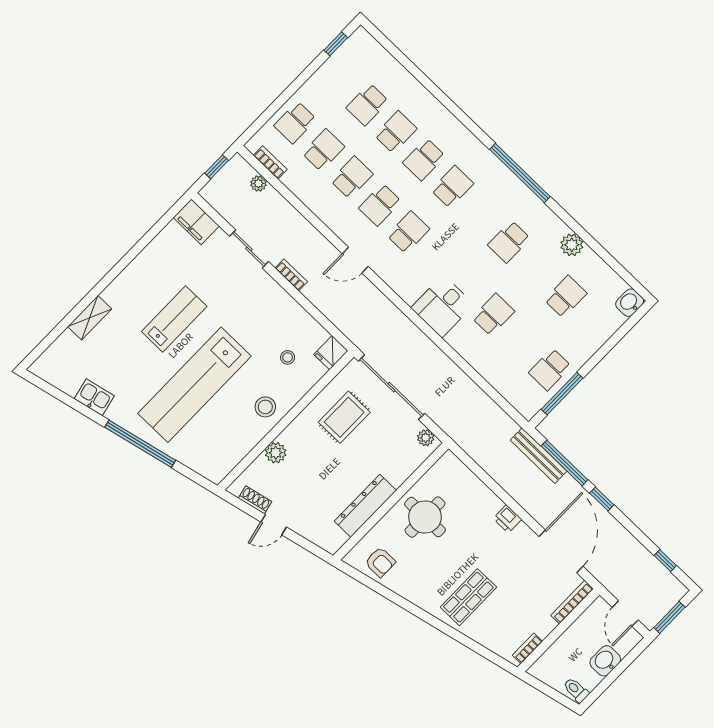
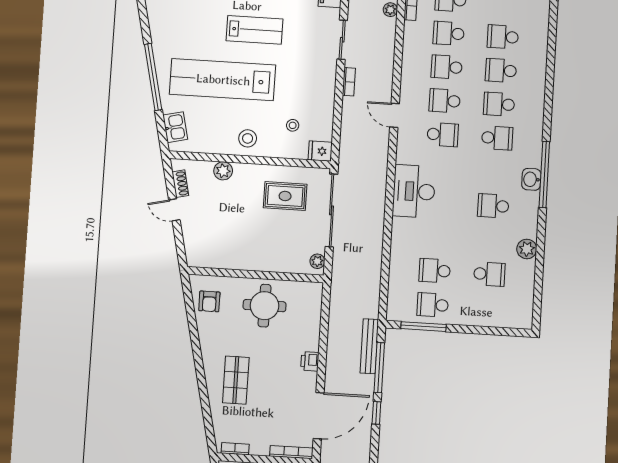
school desk: (396, 132) -> (501, 70), turned 180
school desk: (323, 150) -> (449, 33), turned 180
school desk: (352, 177) -> (447, 67), turned 180
washbasin: (630, 303) -> (531, 179), moved, turned -90
desk: (443, 306) -> (414, 191), width x1.37
school desk: (493, 315) -> (435, 271), moved, turned 180
kitchen sink: (94, 397) -> (175, 127), moved
dresser: (365, 506) -> (238, 260), removed
shop shelf: (468, 597) -> (236, 380), turned 90

